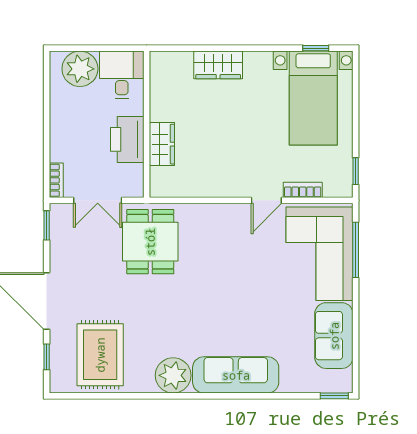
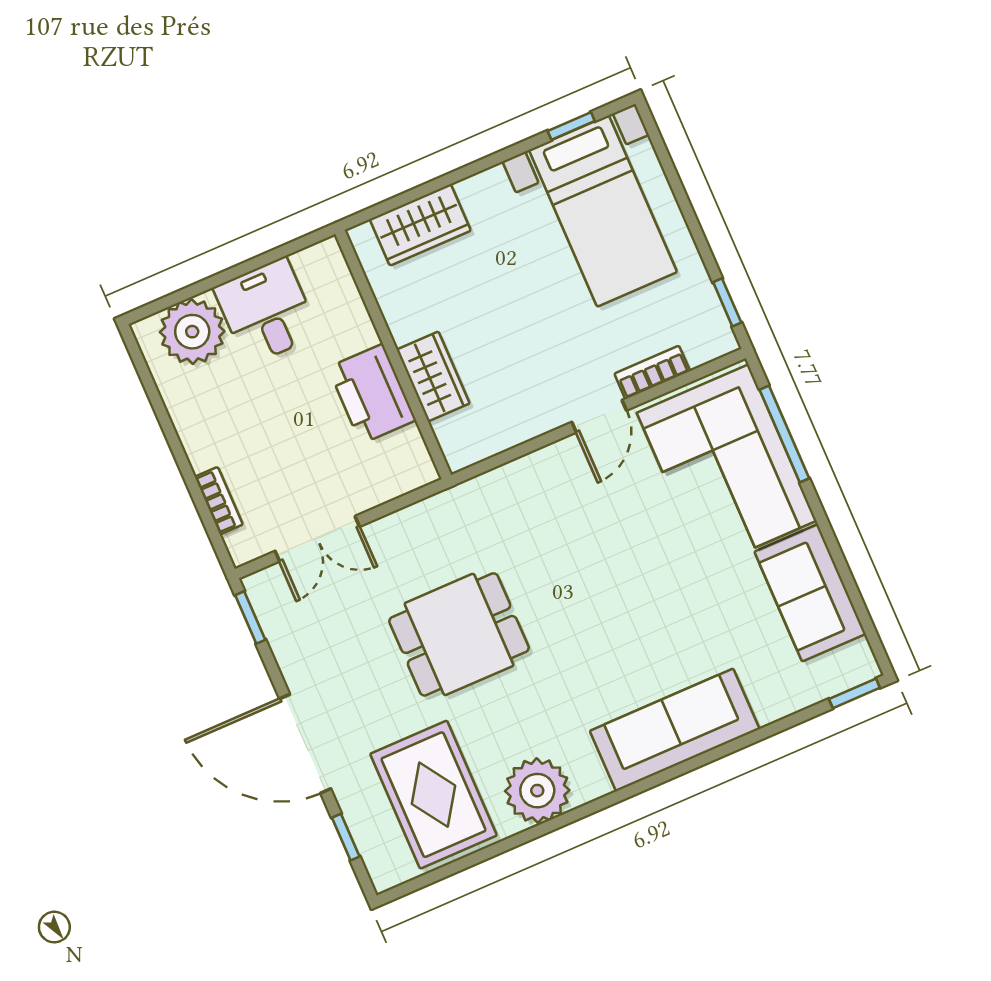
wall: (147, 124) -> (393, 355), moved
printer: (127, 139) -> (372, 394), moved
wardrobe: (162, 144) -> (433, 377), moved
bookcase: (56, 180) -> (219, 501), moved
dining table: (150, 242) -> (459, 634), moved, turned 90
plant: (173, 375) -> (537, 791), moved

